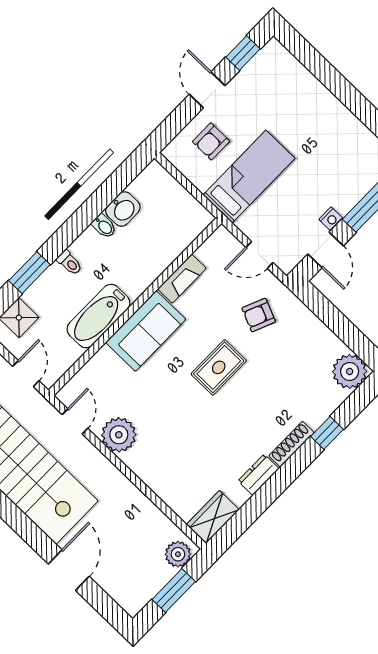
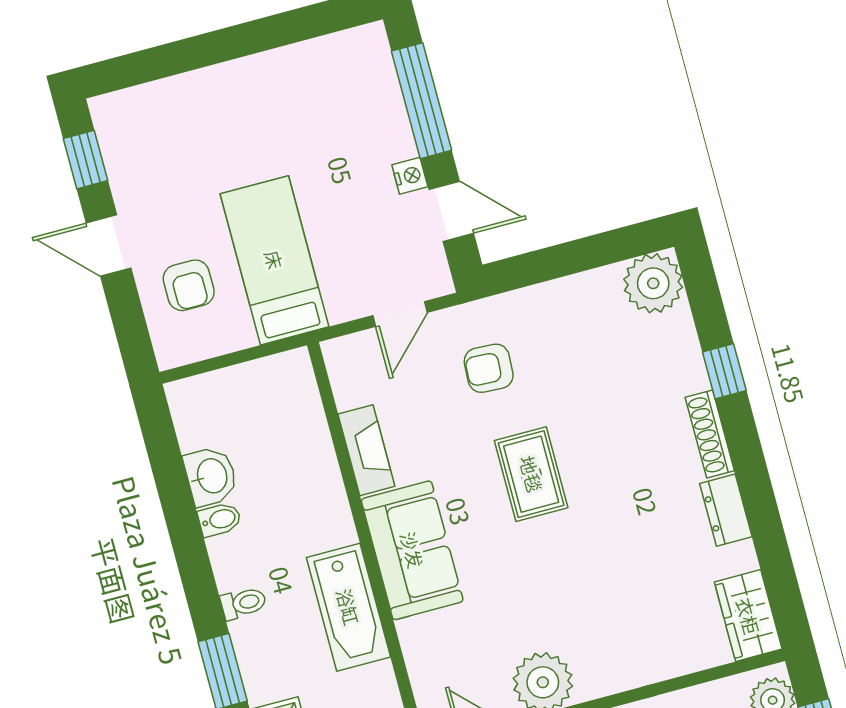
armchair: (259, 315) -> (489, 368), turned 70

